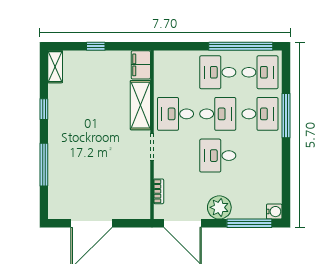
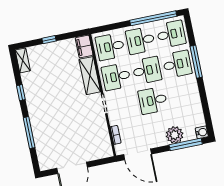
desk: (175, 72) -> (110, 47), added
plant: (219, 207) -> (175, 135), moved

